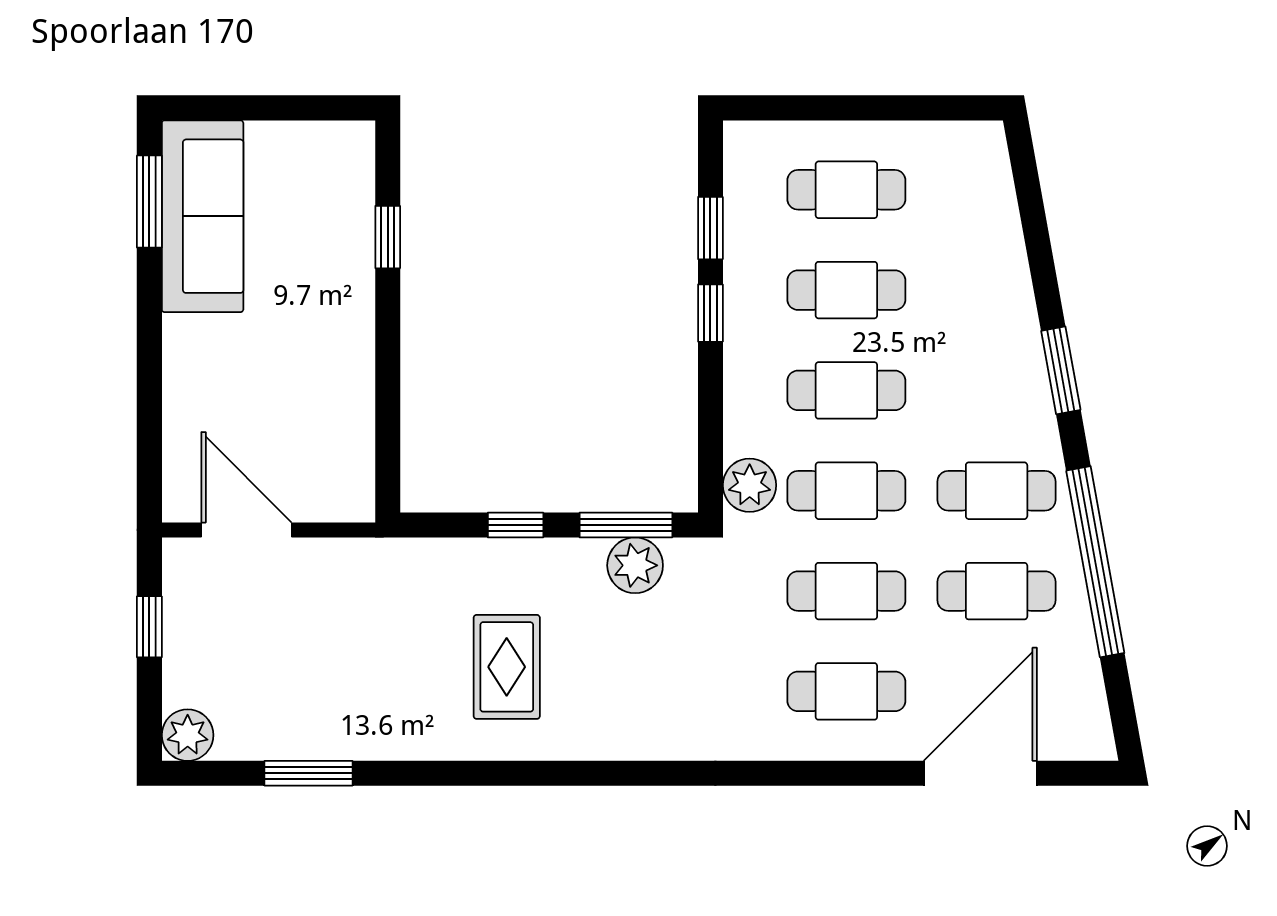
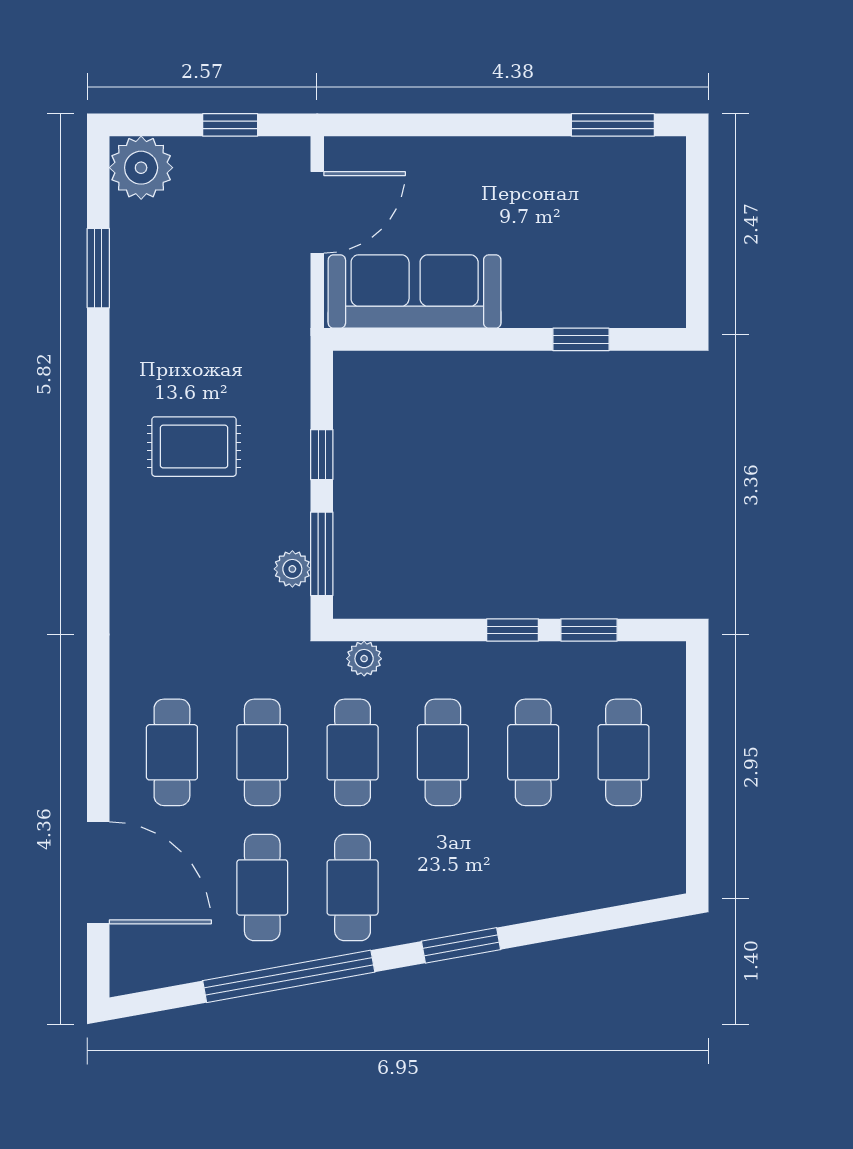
sofa: (203, 216) -> (415, 292), moved, turned 180
plant: (750, 485) -> (364, 659), width x0.73, depth x0.73
plant: (635, 565) -> (292, 569), width x0.73, depth x0.73
plant: (188, 735) -> (141, 168), width x1.36, depth x1.36

